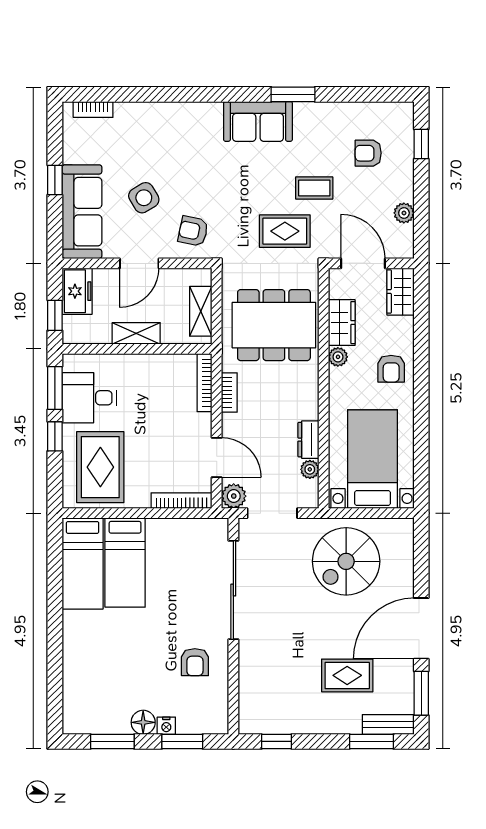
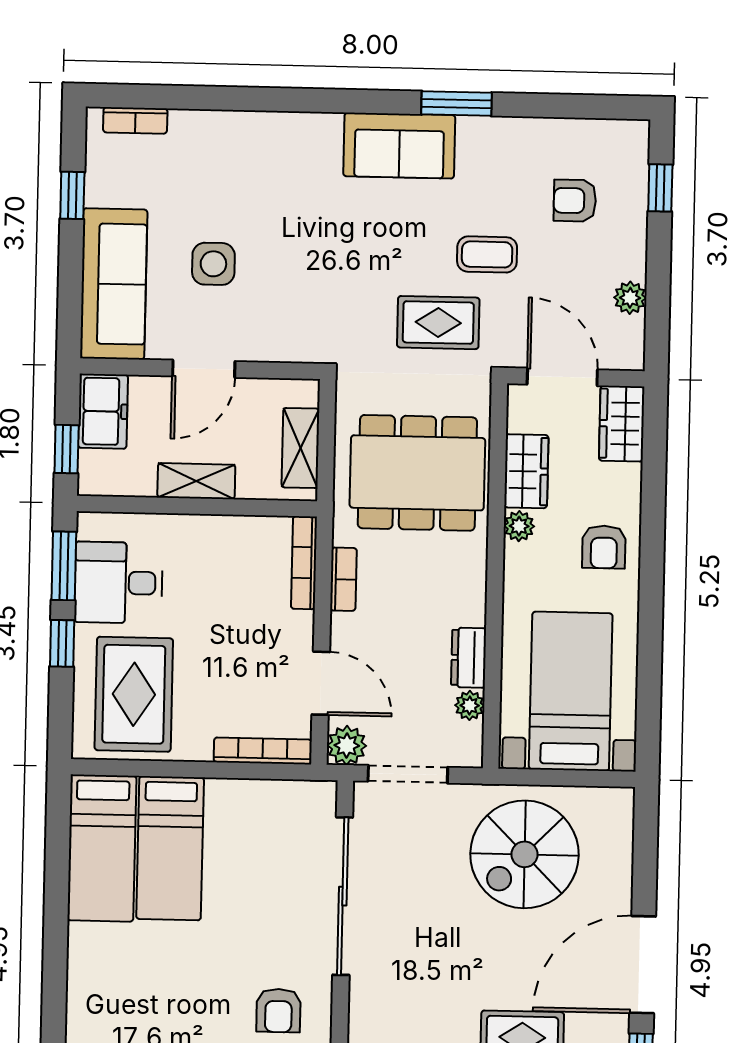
window: (55, 180) -> (72, 195), moved
side table: (144, 198) -> (213, 264), turned 31
armchair: (193, 231) -> (291, 319), removed

